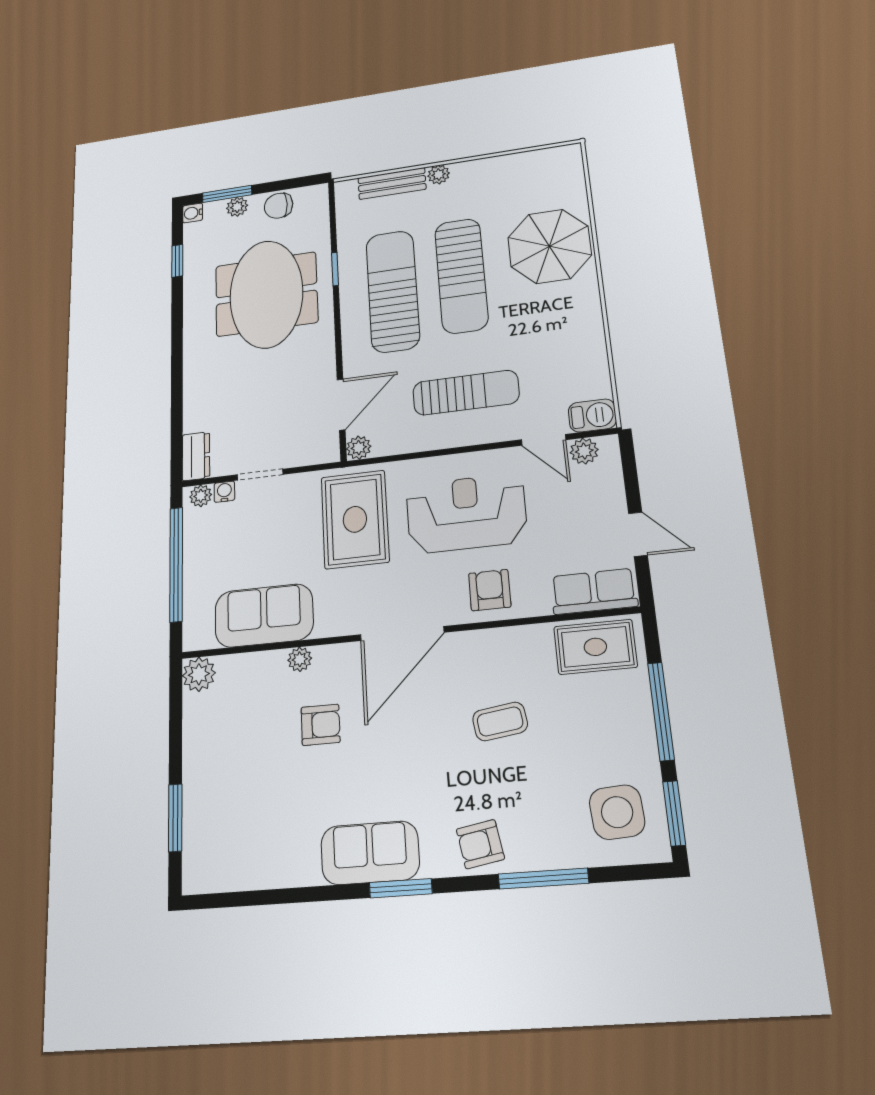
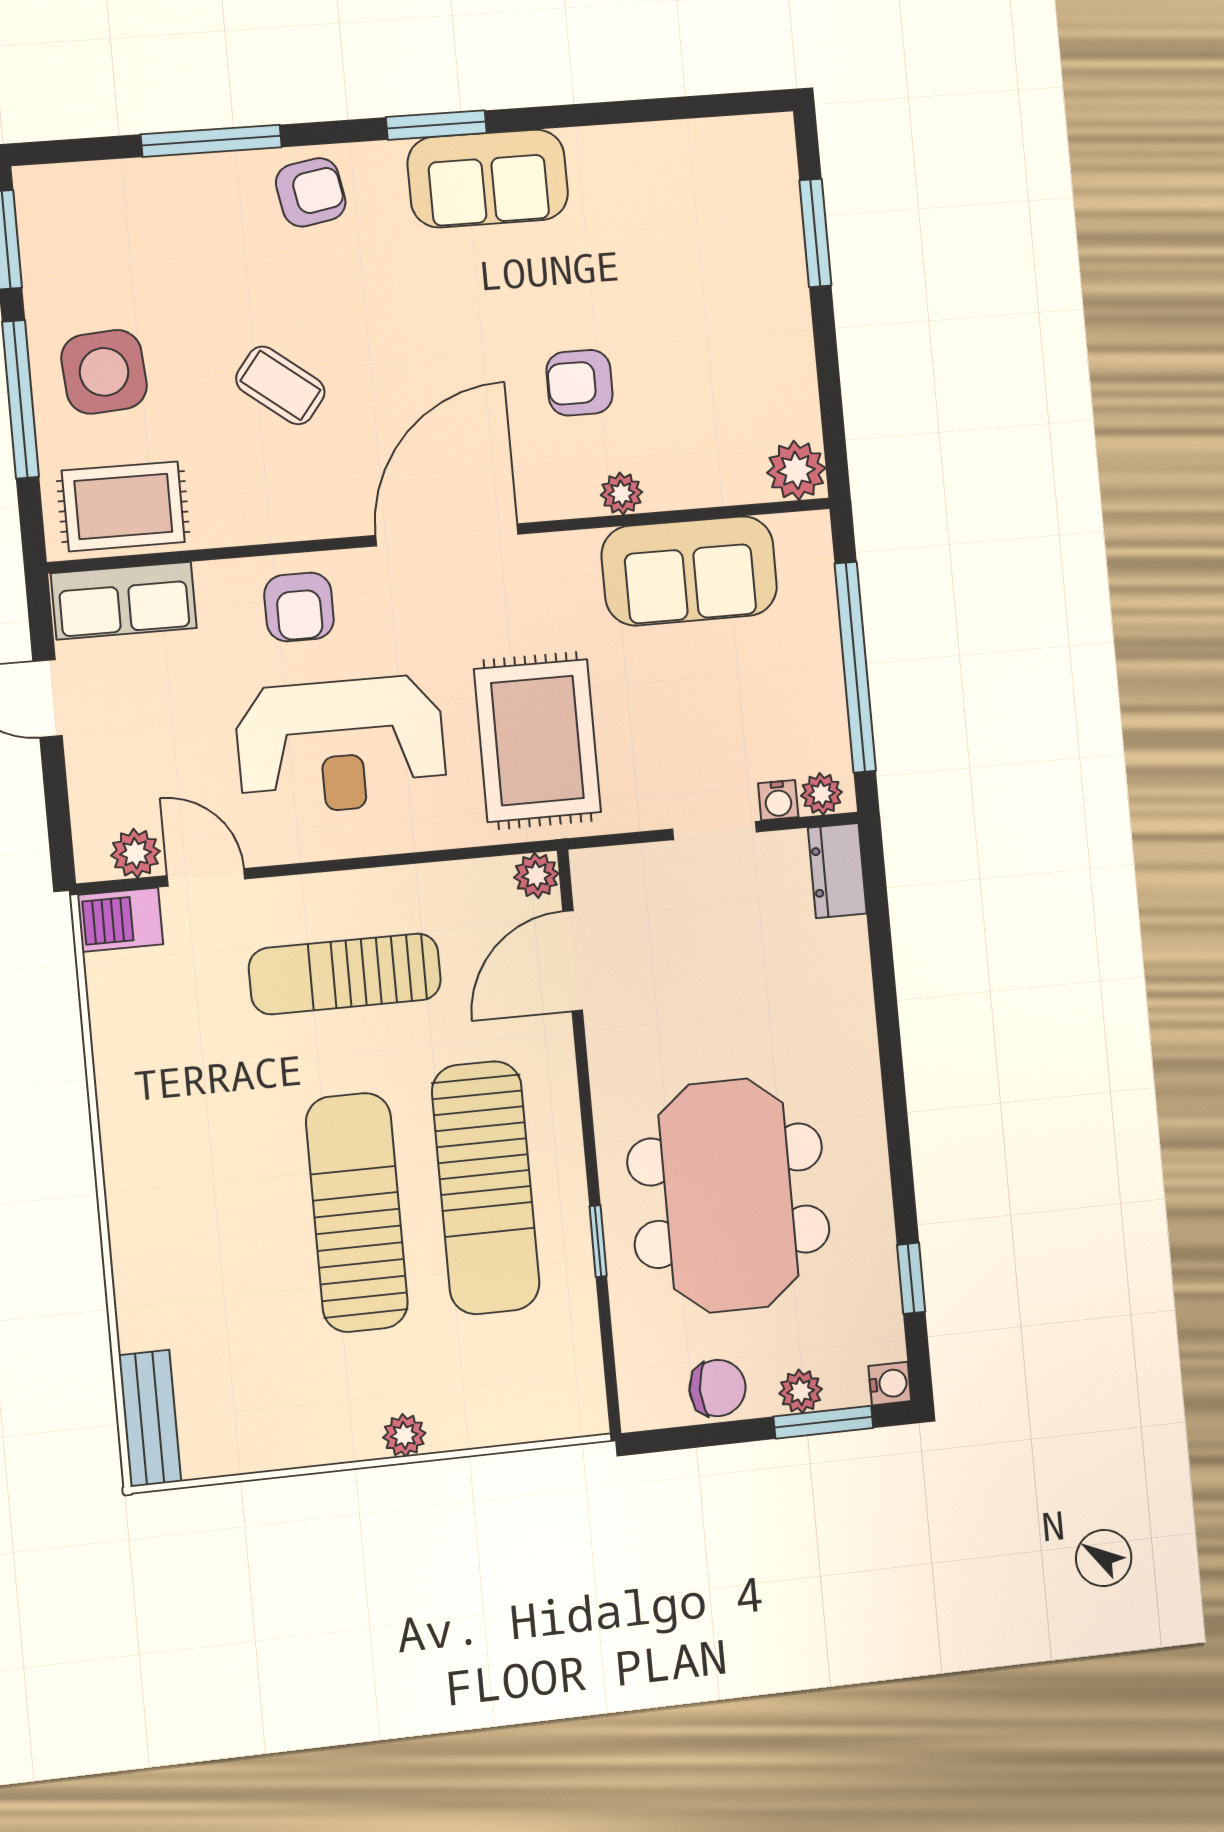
bench: (392, 184) -> (150, 1418), moved, turned 90
parasol: (550, 246) -> (192, 1264), removed
coffee table: (500, 721) -> (280, 385), turned 46
side table: (617, 812) -> (104, 372), moved

